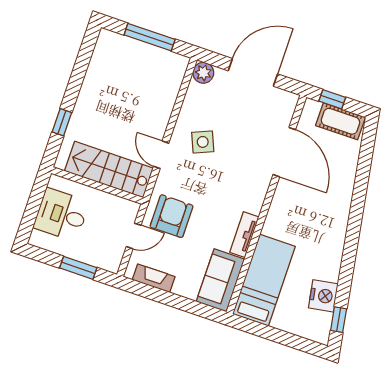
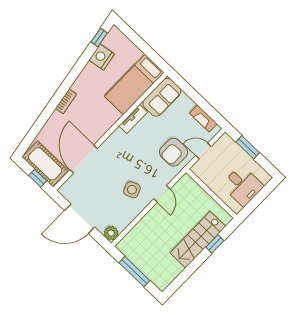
cot: (340, 121) -> (45, 164), width x1.37, depth x1.34
stairs: (109, 170) -> (198, 240), moved, turned 90
bookcase: (343, 216) -> (66, 101), added

